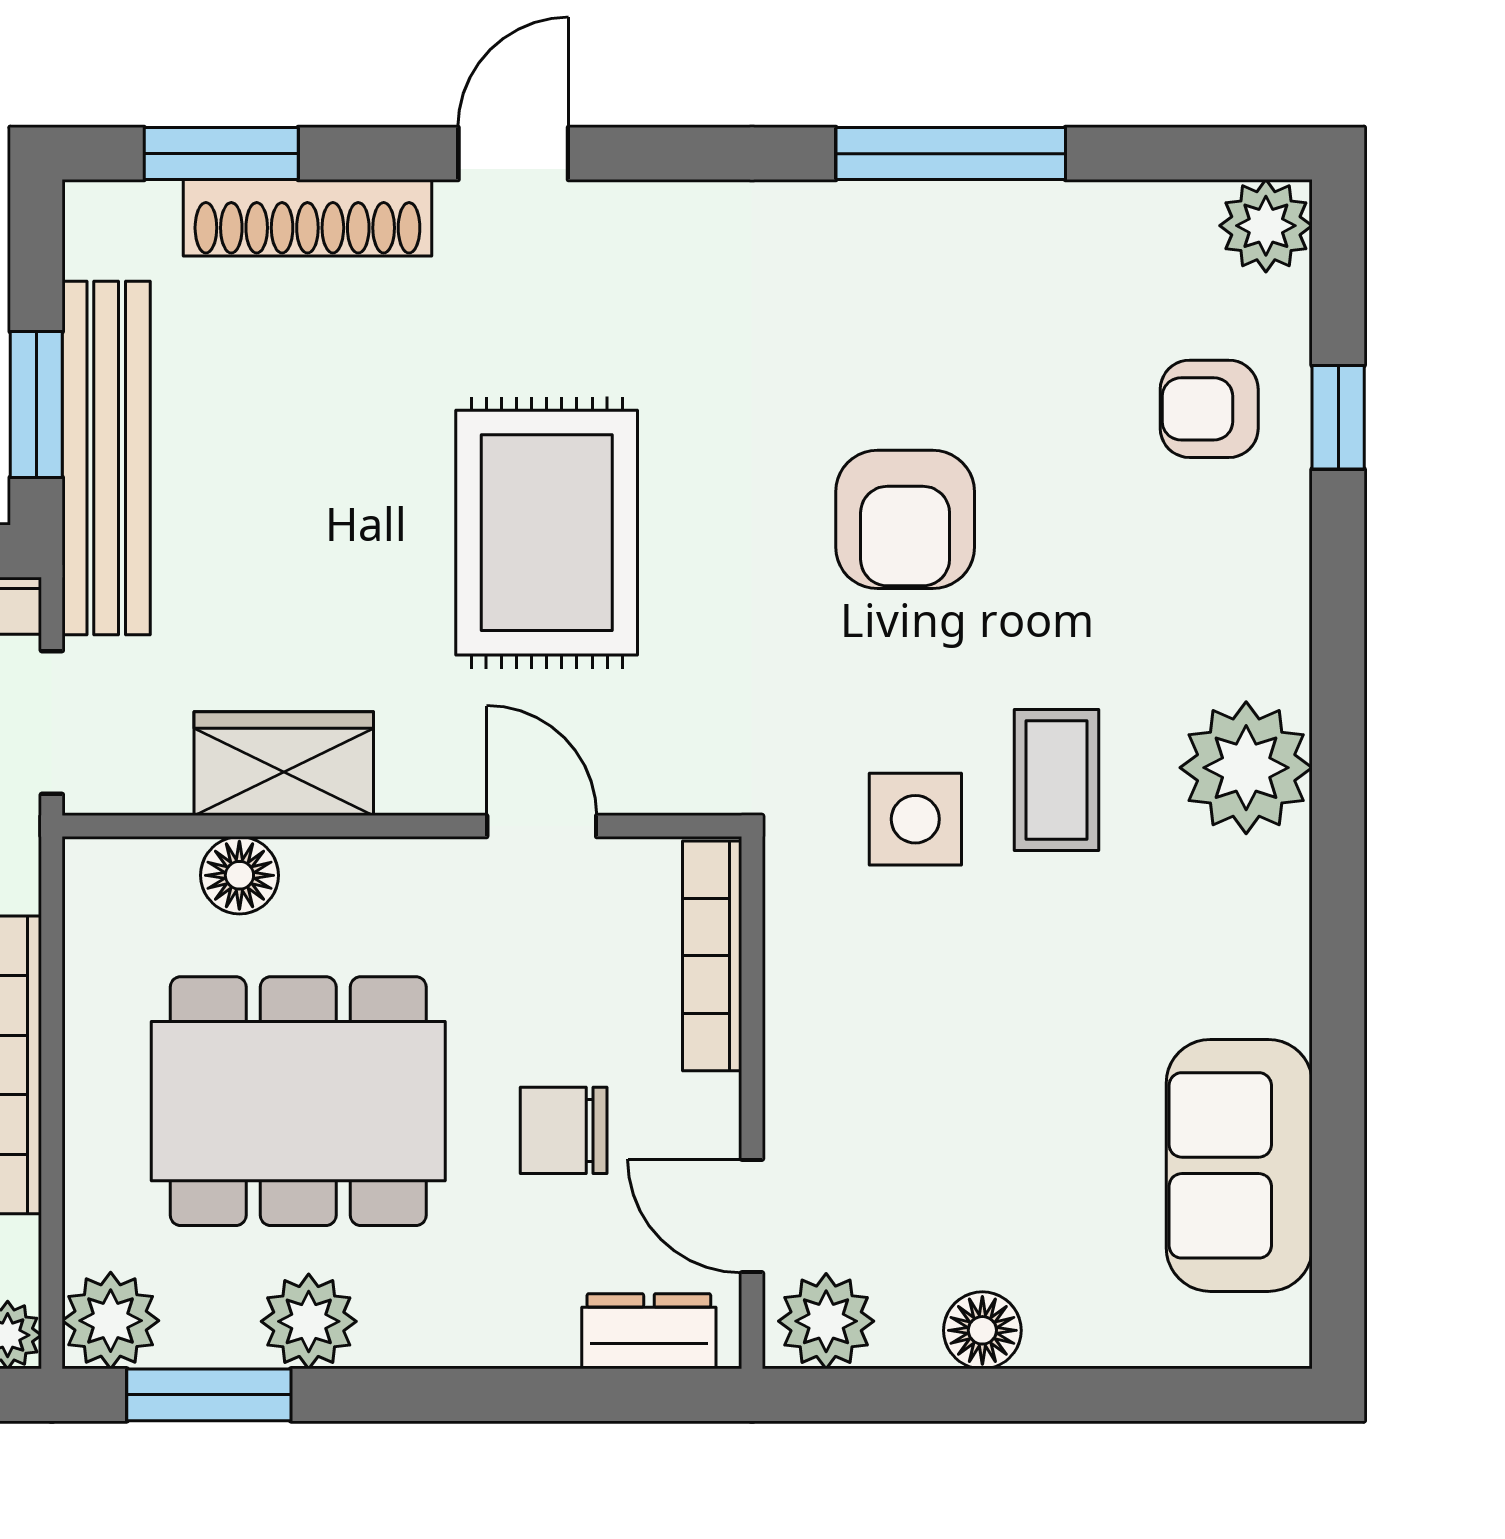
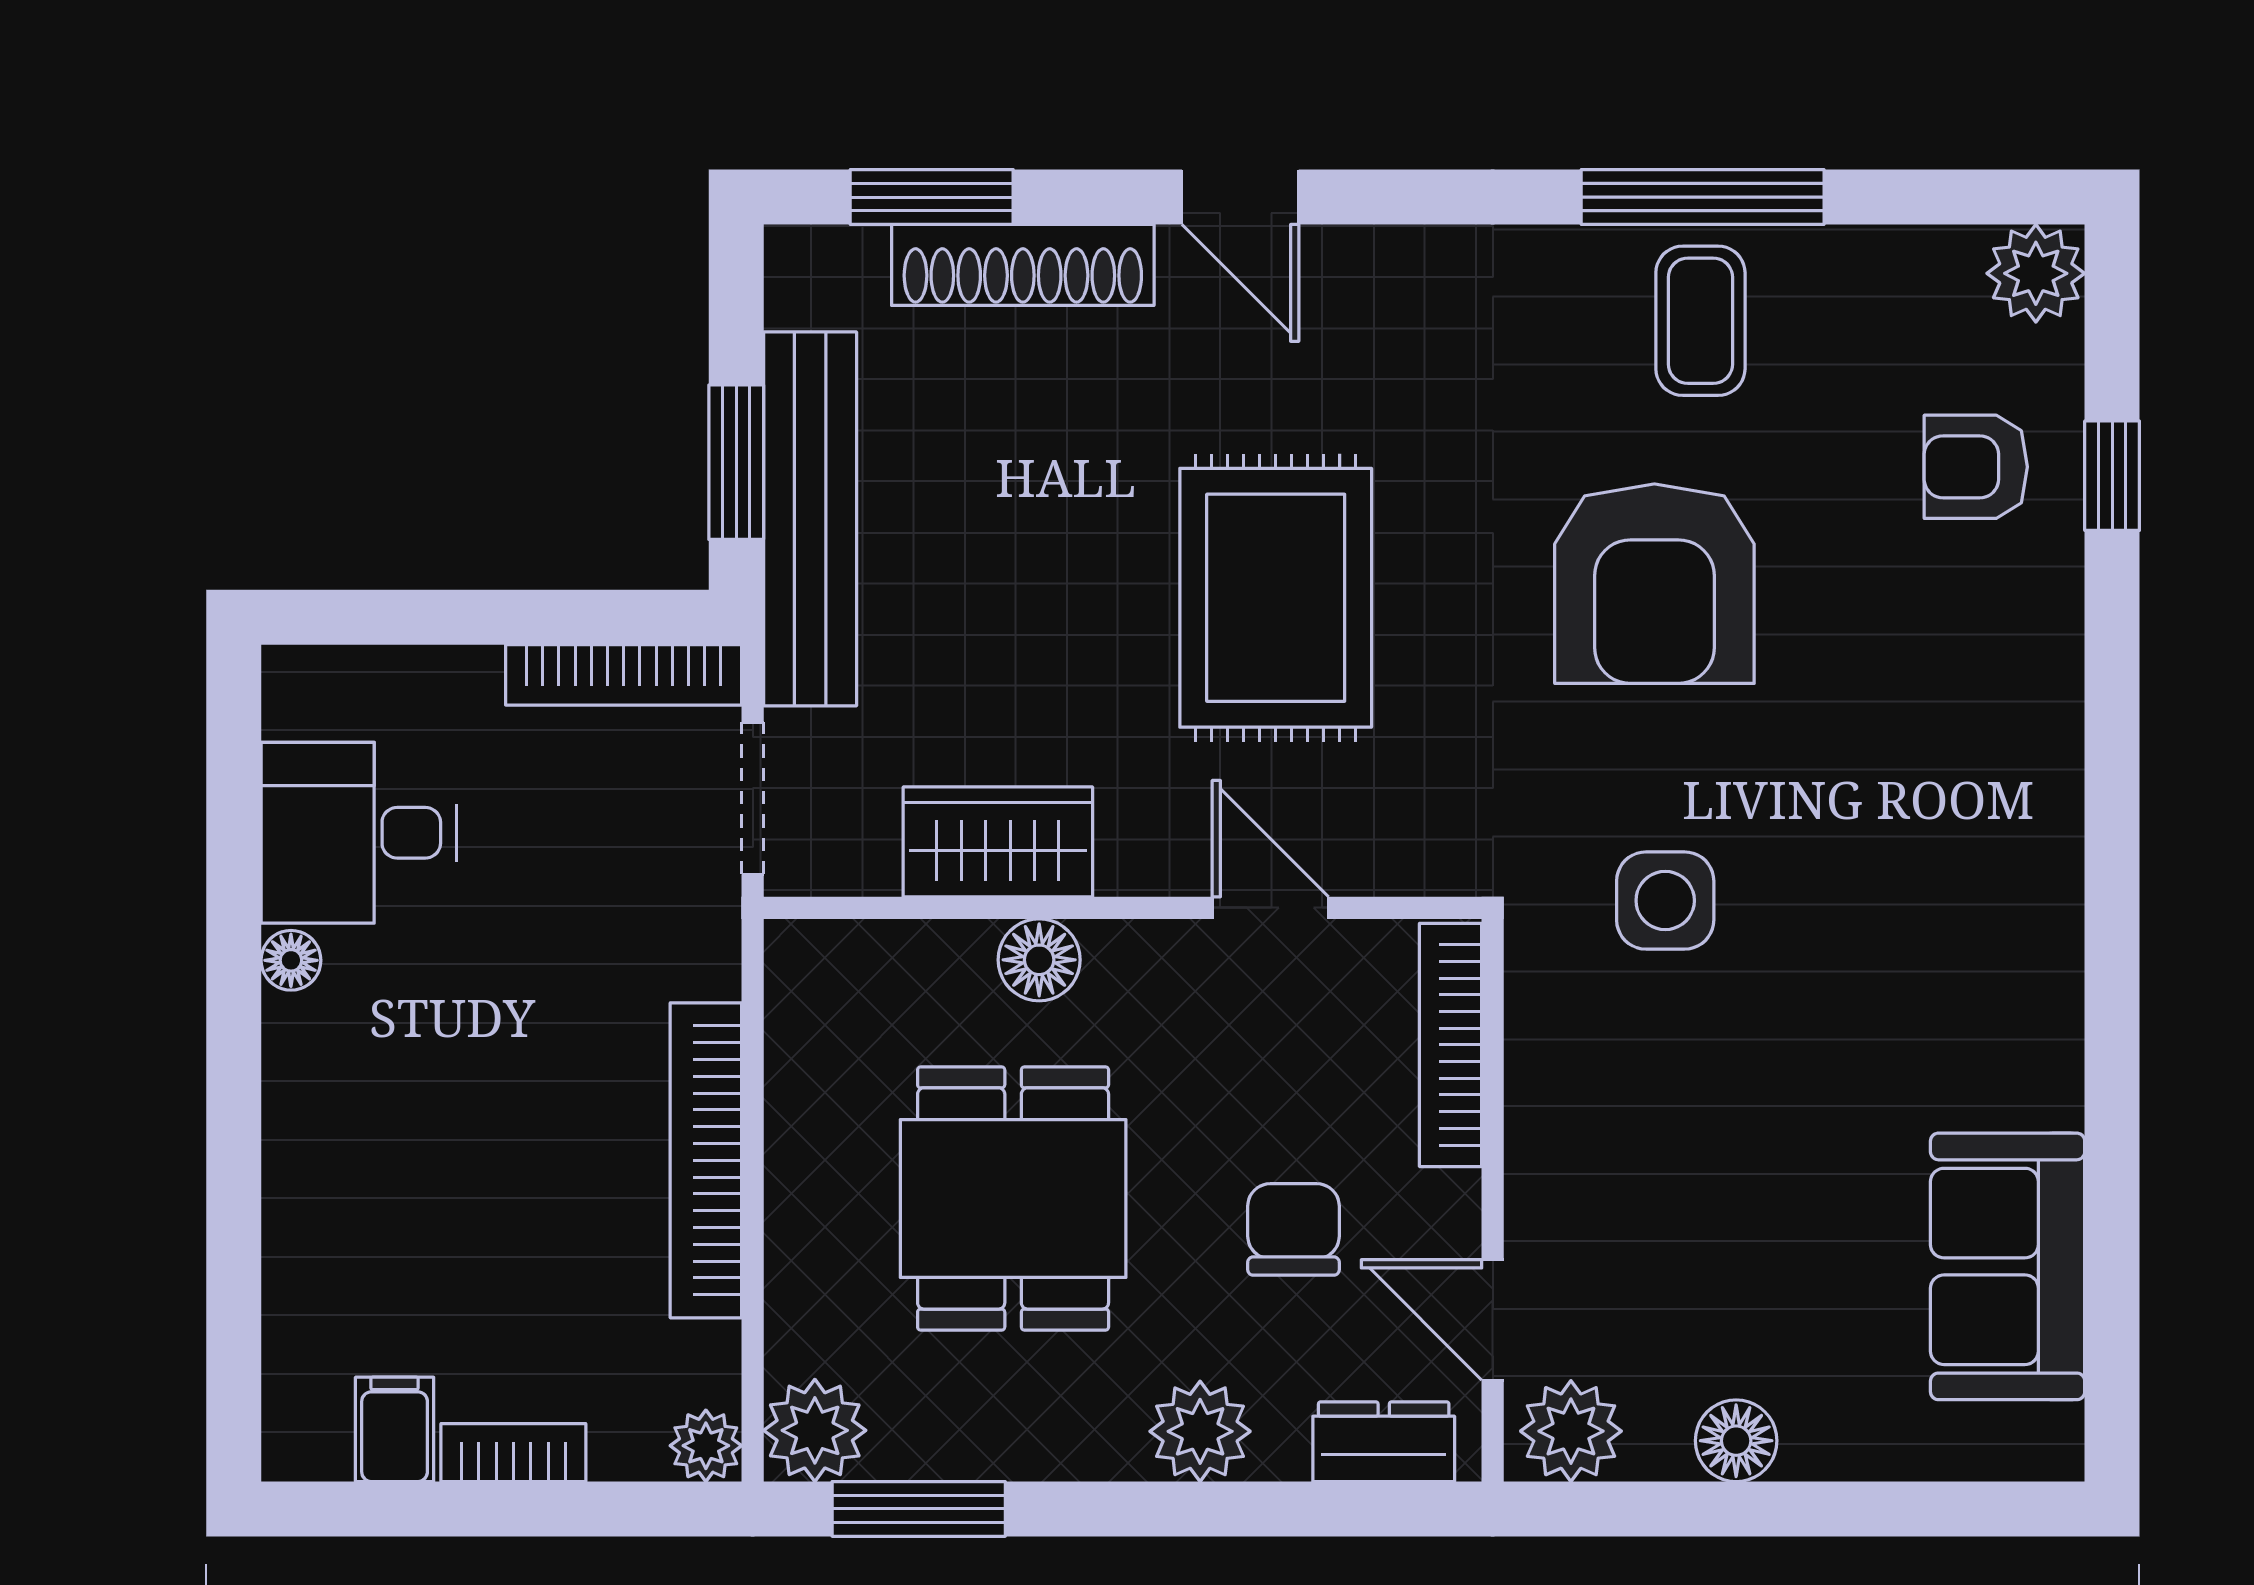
door: (513, 154) -> (1240, 197), swing flipped
armchair: (905, 519) -> (1654, 584), width x1.36, depth x1.36
plant: (1246, 768) -> (2015, 846), removed
coffee table: (1056, 780) -> (1700, 321), moved
floor lamp: (239, 875) -> (1039, 960), moved
dining table: (298, 1101) -> (1013, 1198), width x0.73
chair: (564, 1130) -> (1293, 1229), turned 90
plant: (309, 1321) -> (1200, 1431), moved

